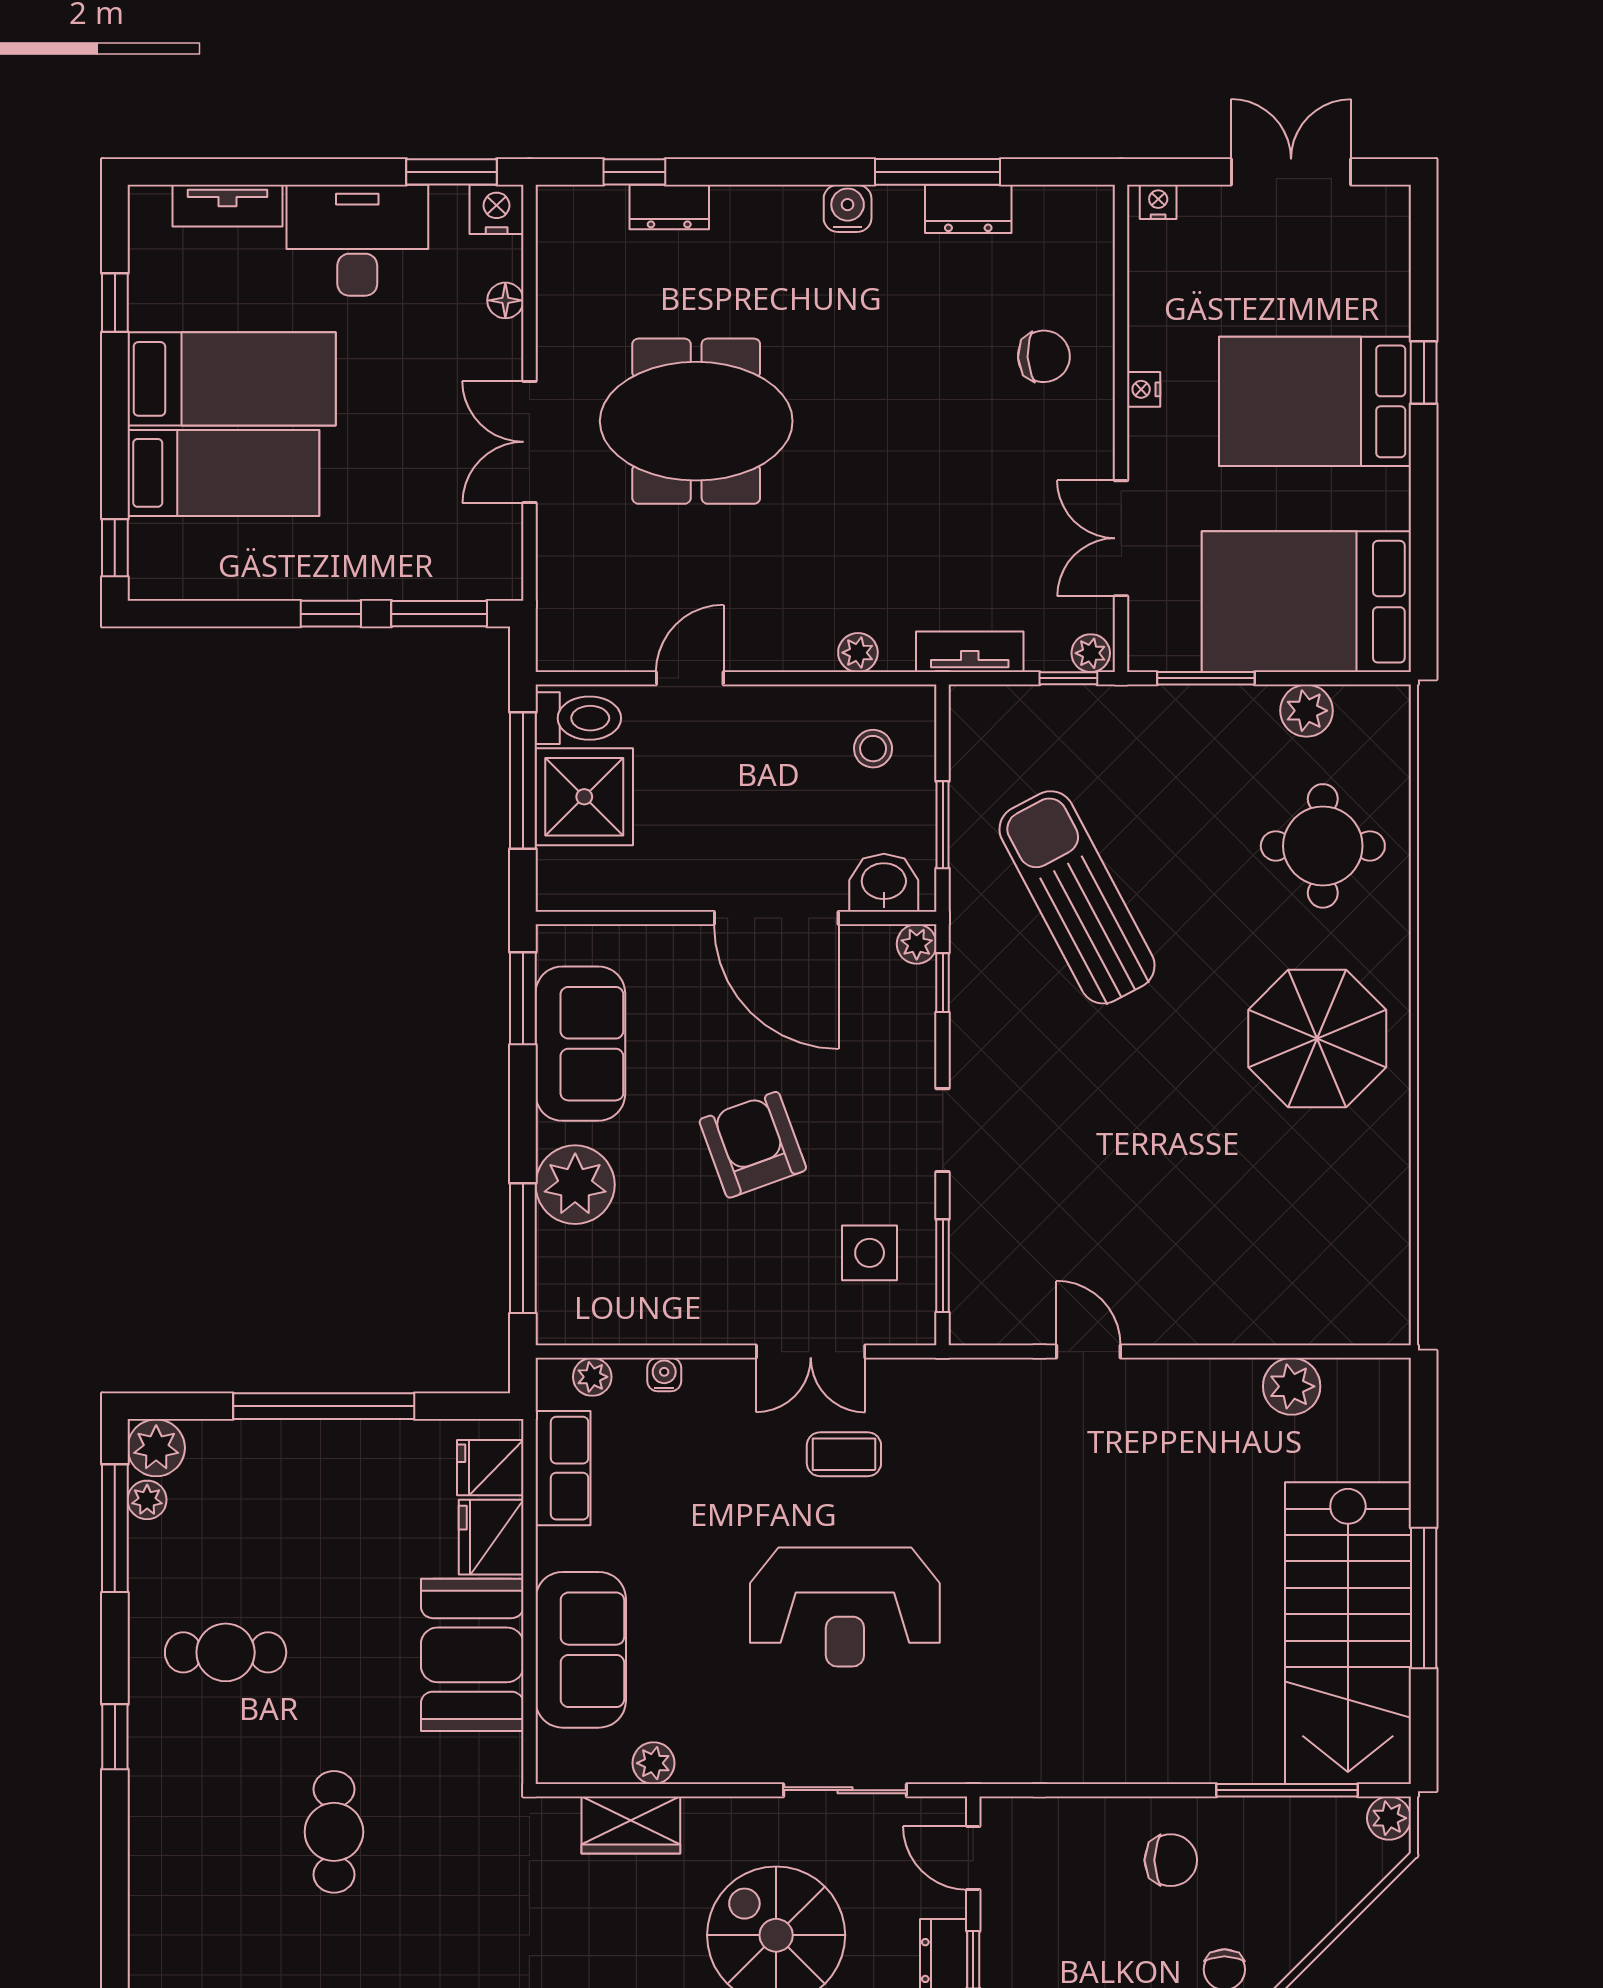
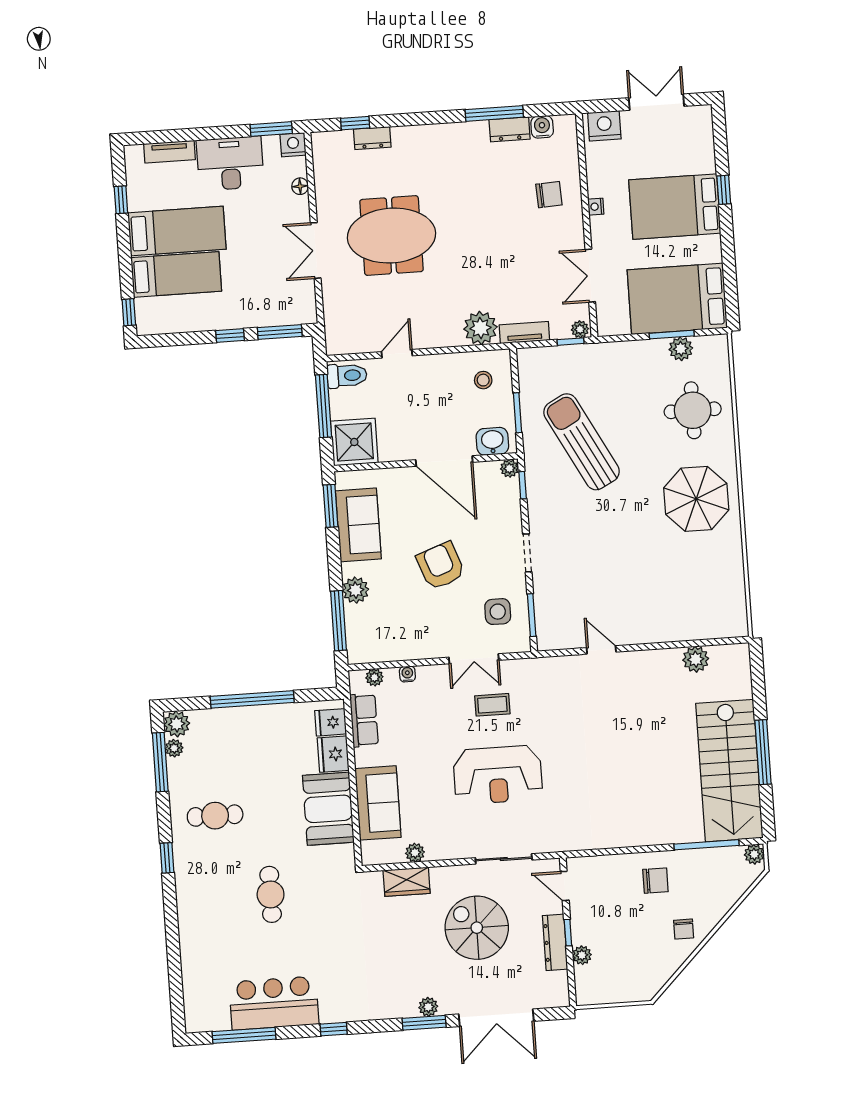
nightstand: (1158, 202) -> (604, 126), width x1.89, depth x1.79
water cooler: (848, 208) -> (542, 127), moved
plant: (858, 653) -> (480, 328), width x1.87, depth x1.87
window: (1206, 678) -> (672, 335), moved
shower: (584, 797) -> (354, 442), moved
plant: (575, 1185) -> (356, 590), width x0.73, depth x0.73

